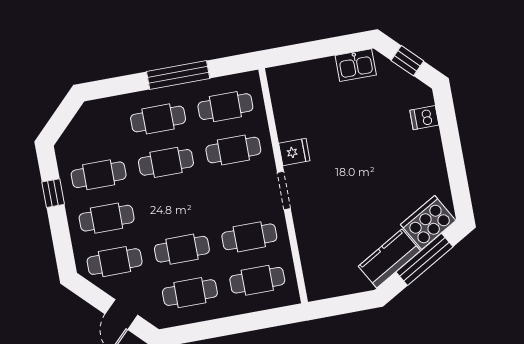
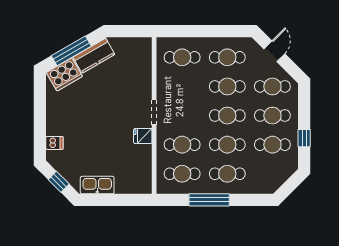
kitchen sink: (356, 65) -> (97, 185), width x1.38
cafe table: (249, 237) -> (227, 116), moved

